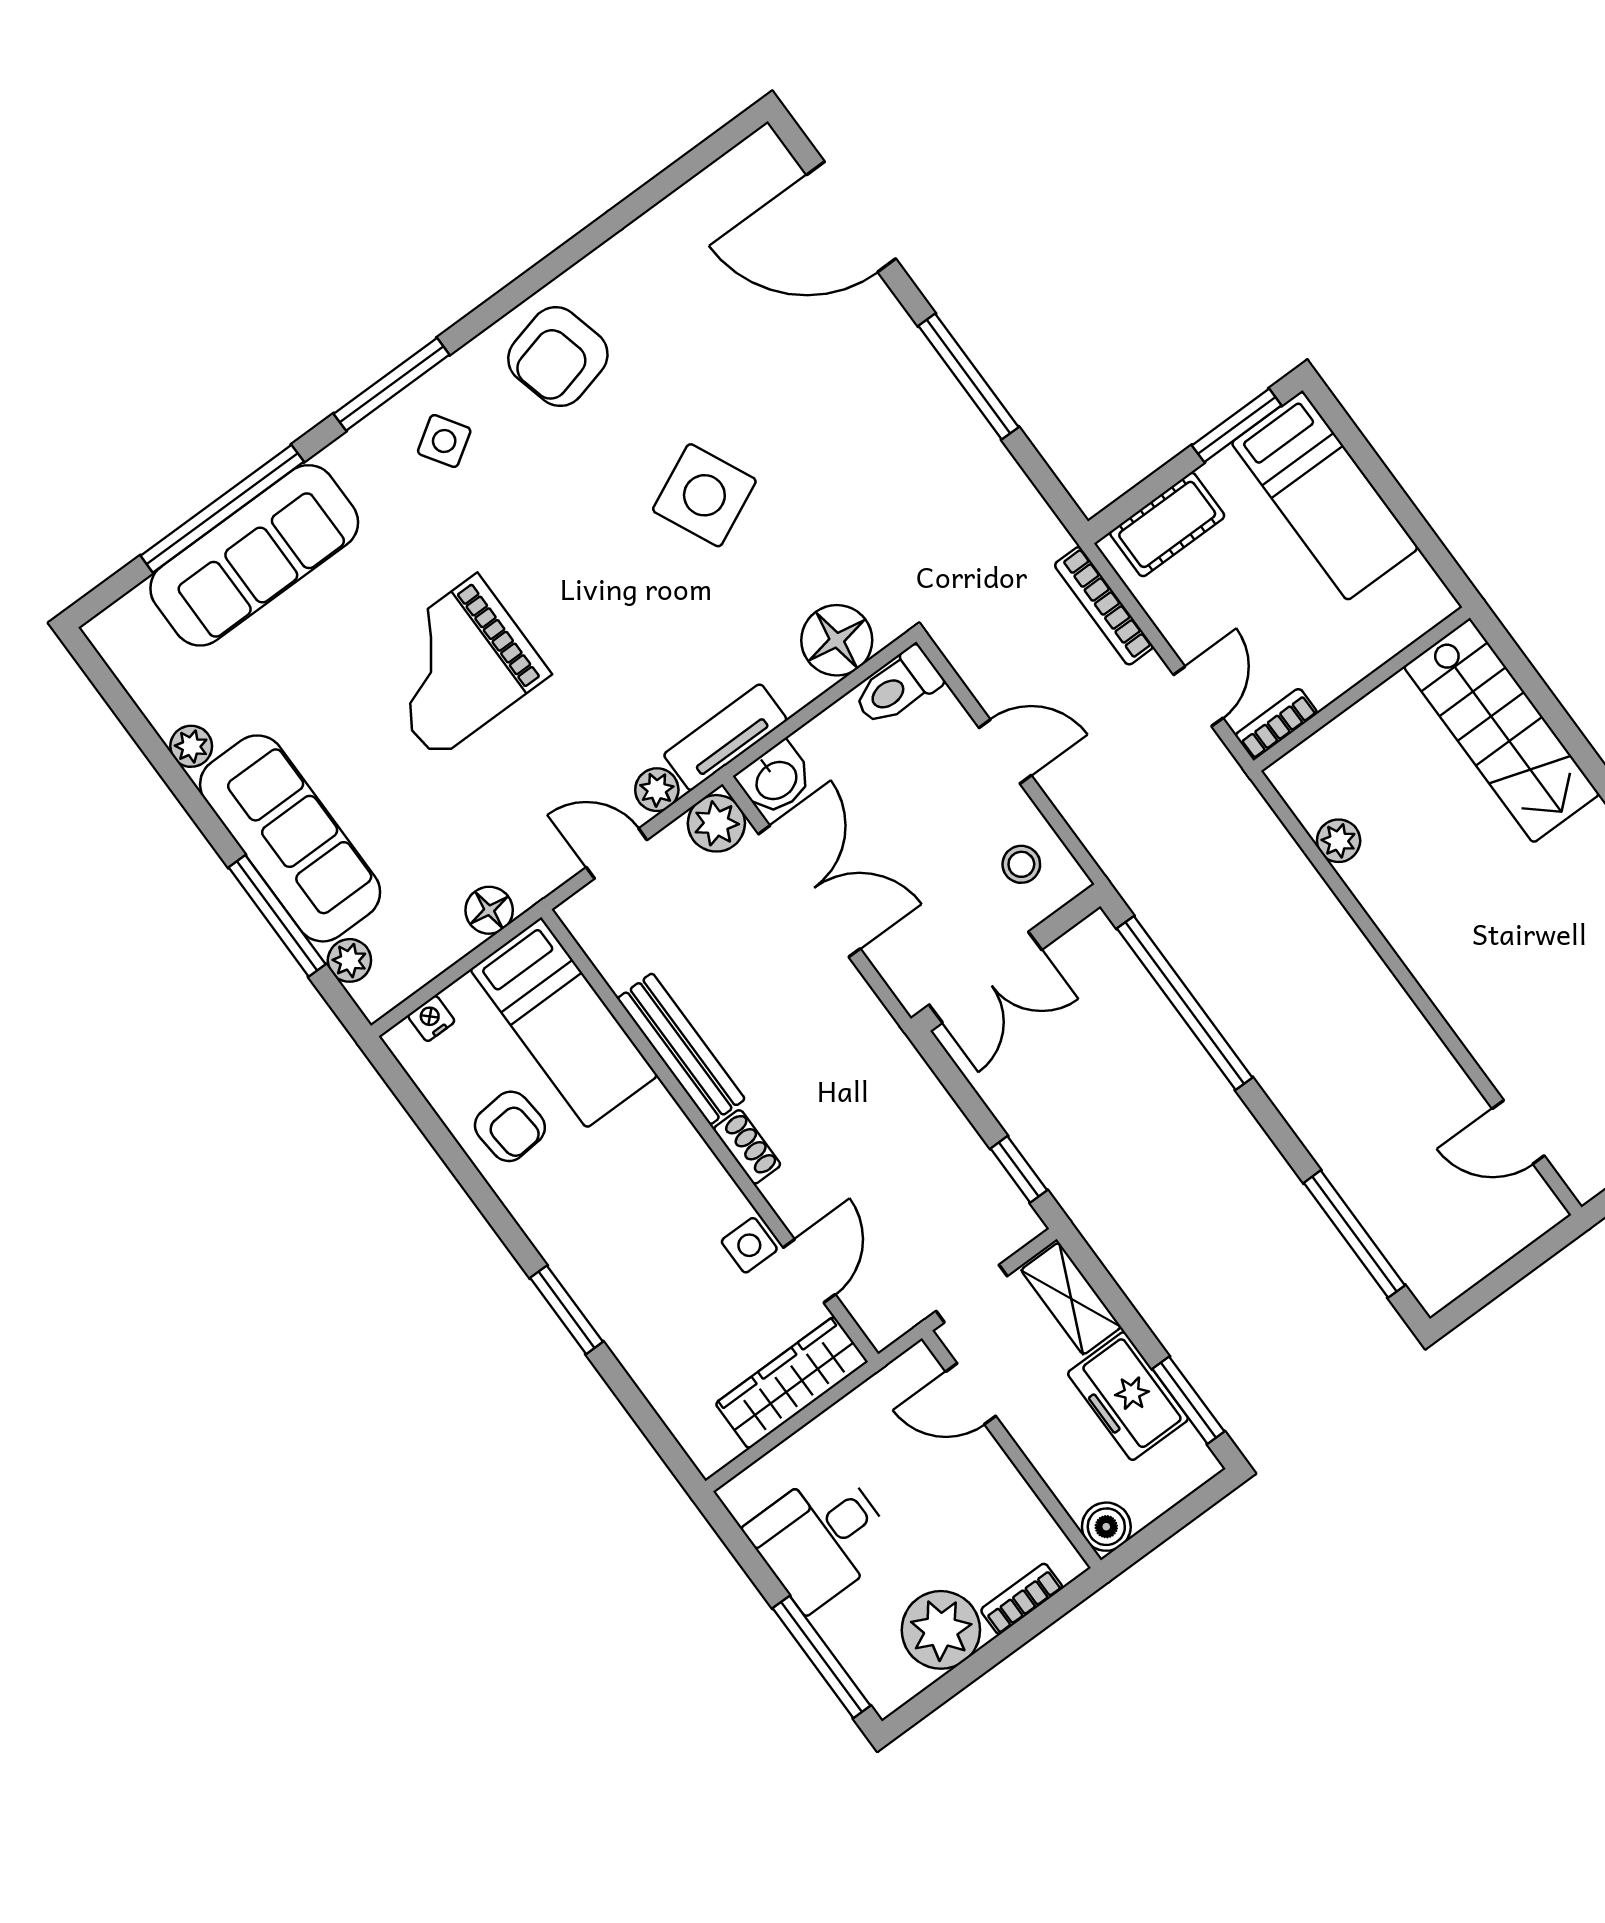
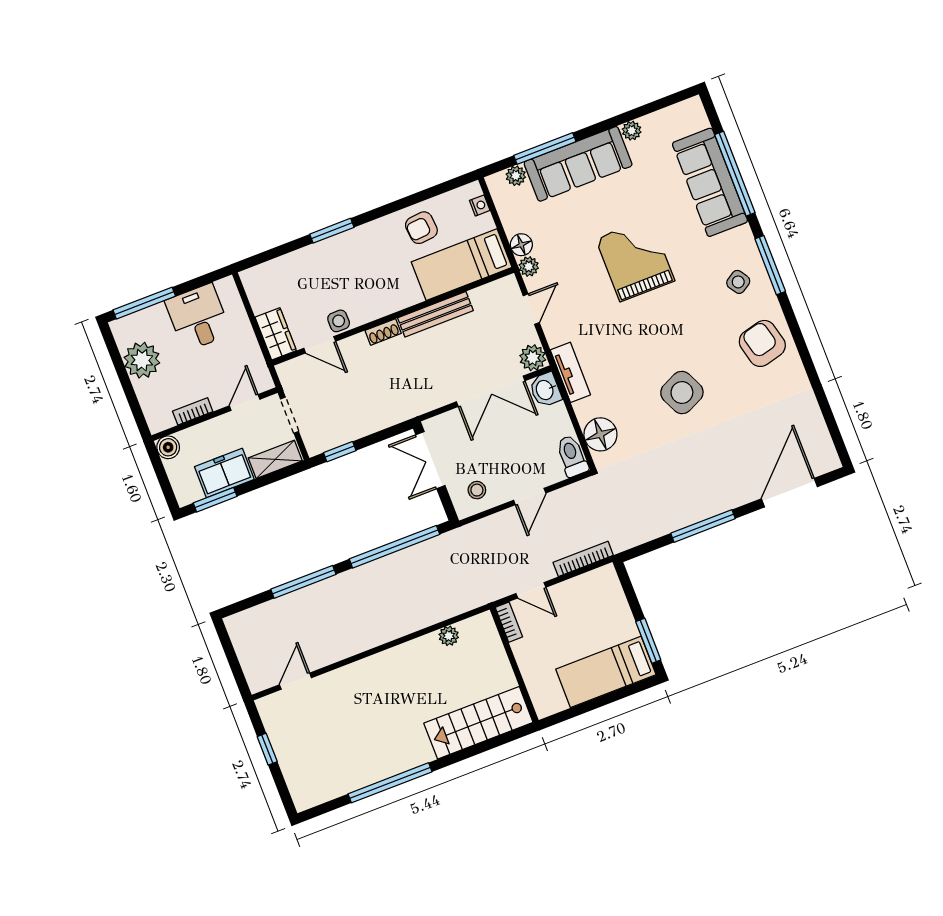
cot: (1167, 524) -> (612, 597), removed
plant: (657, 790) -> (529, 267), moved
window: (1354, 1234) -> (303, 582), moved
wardrobe: (791, 1383) -> (276, 334), width x0.67
bookcase: (1022, 1599) -> (193, 411), moved, turned -90

